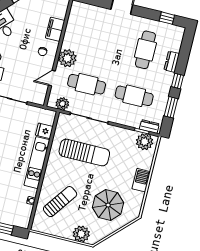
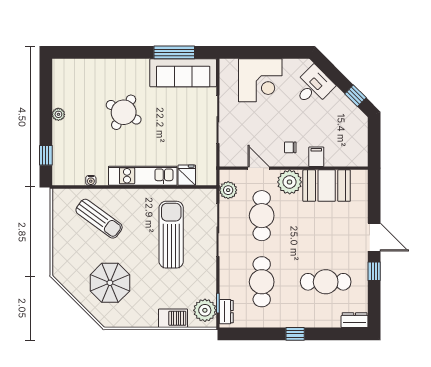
window: (167, 18) -> (374, 271), moved
filing cabinet: (55, 29) -> (316, 157), width x0.50
booth: (76, 32) -> (327, 186), added
dresser: (172, 62) -> (355, 320), moved
window: (171, 107) -> (259, 334), removed
sun lounger: (84, 153) -> (171, 235), turned 180
barbecue: (141, 180) -> (173, 318), moved
plant: (81, 234) -> (63, 257), removed

